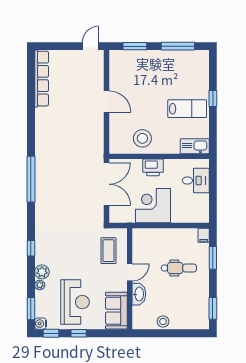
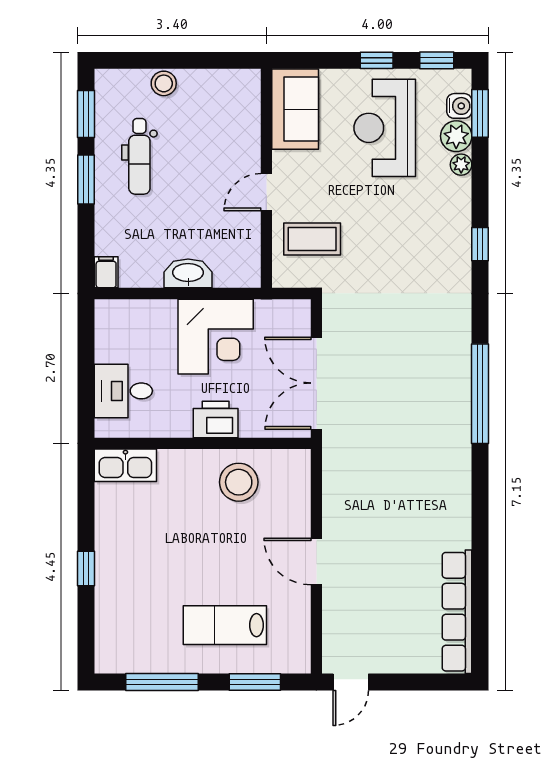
lab bench: (187, 109) -> (225, 625), moved
coffee table: (108, 251) -> (312, 239), turned 90
window: (213, 258) -> (86, 179), moved
dental chair: (179, 268) -> (139, 156), moved, turned -90
plant: (42, 272) -> (456, 136), moved
washbasin: (139, 294) -> (188, 273), moved, turned 90
stool: (163, 322) -> (164, 83), moved
water cooler: (41, 324) -> (459, 106), moved

